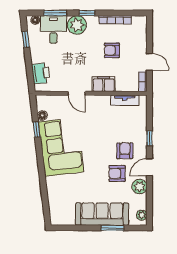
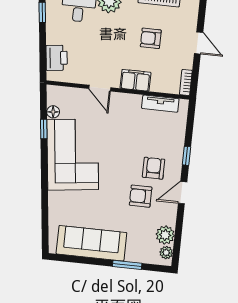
door: (149, 62) -> (199, 43), moved
plant: (139, 187) -> (165, 235), moved
sofa: (102, 214) -> (91, 243), moved

